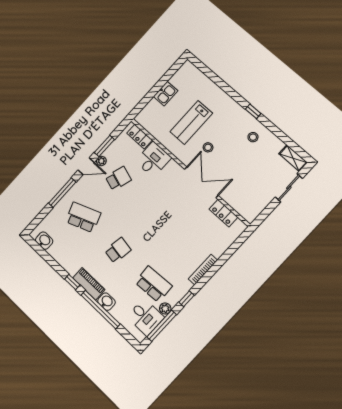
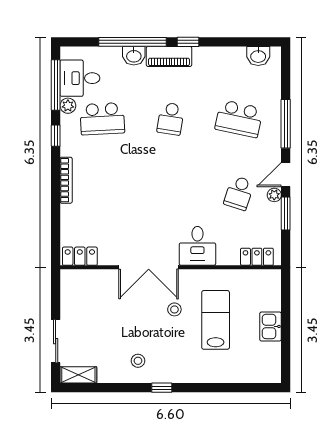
desk: (153, 160) -> (197, 246), moved
locker: (223, 213) -> (80, 256), moved
school desk: (83, 217) -> (239, 119), turned 33

